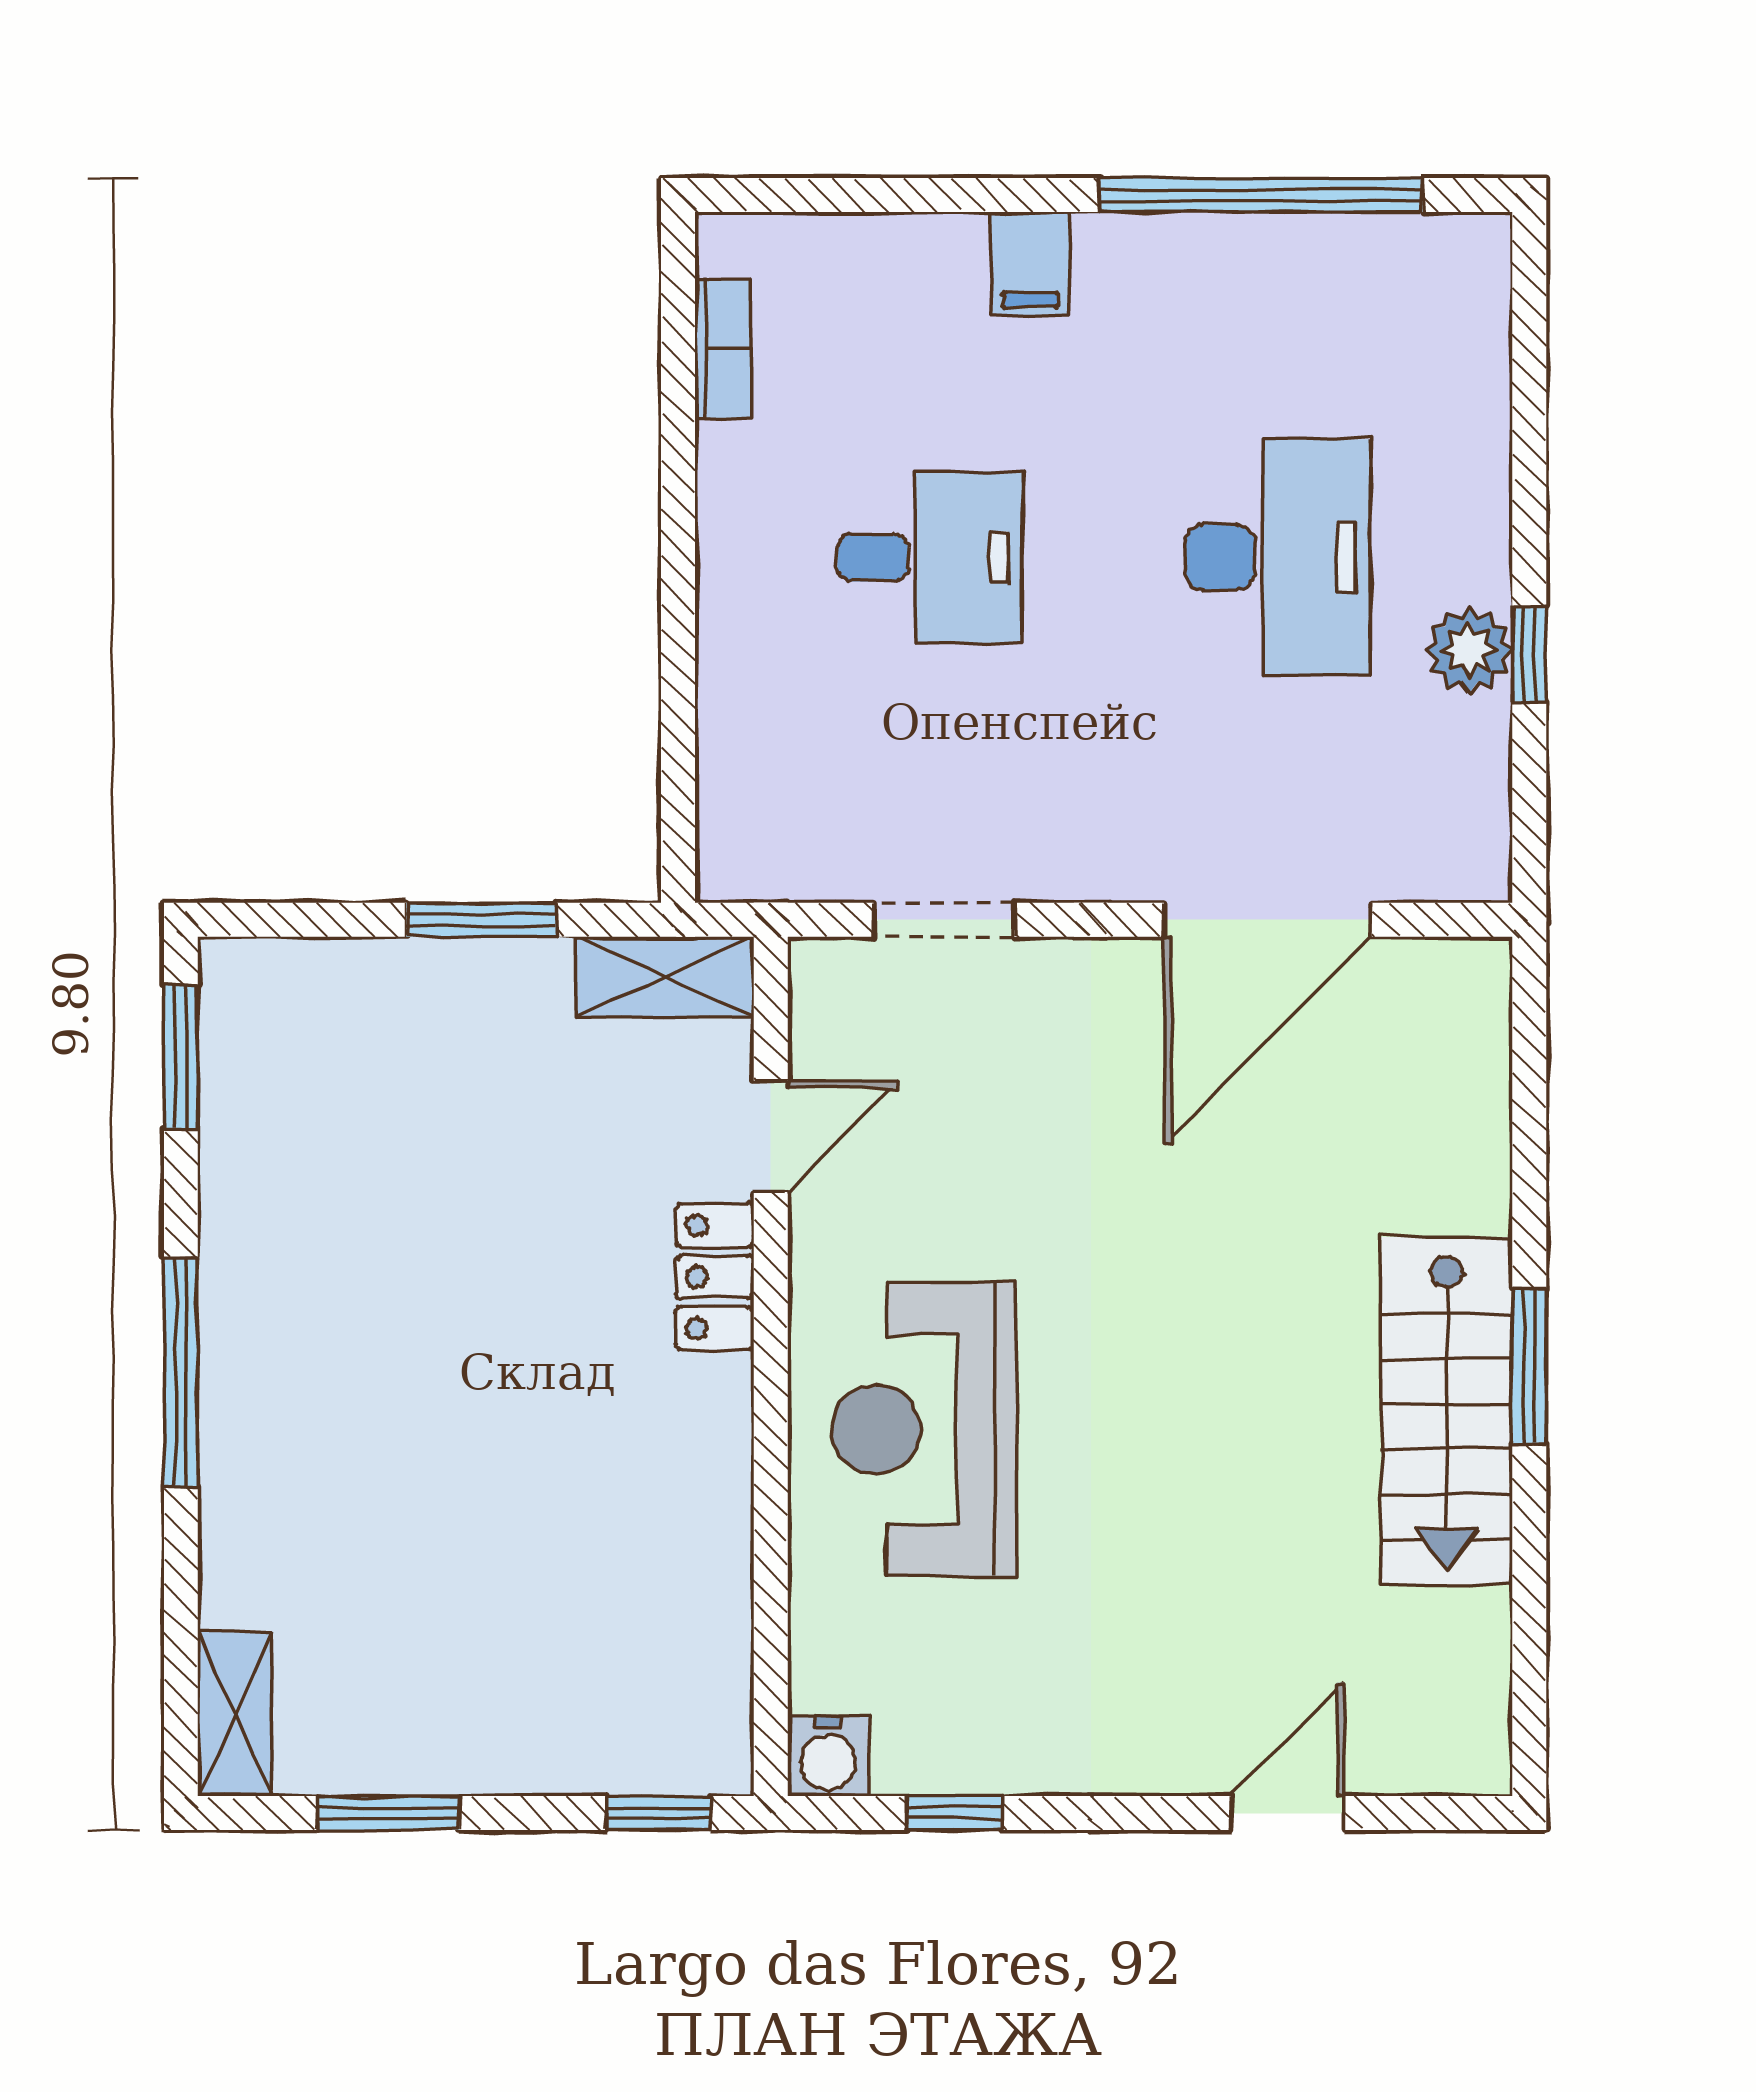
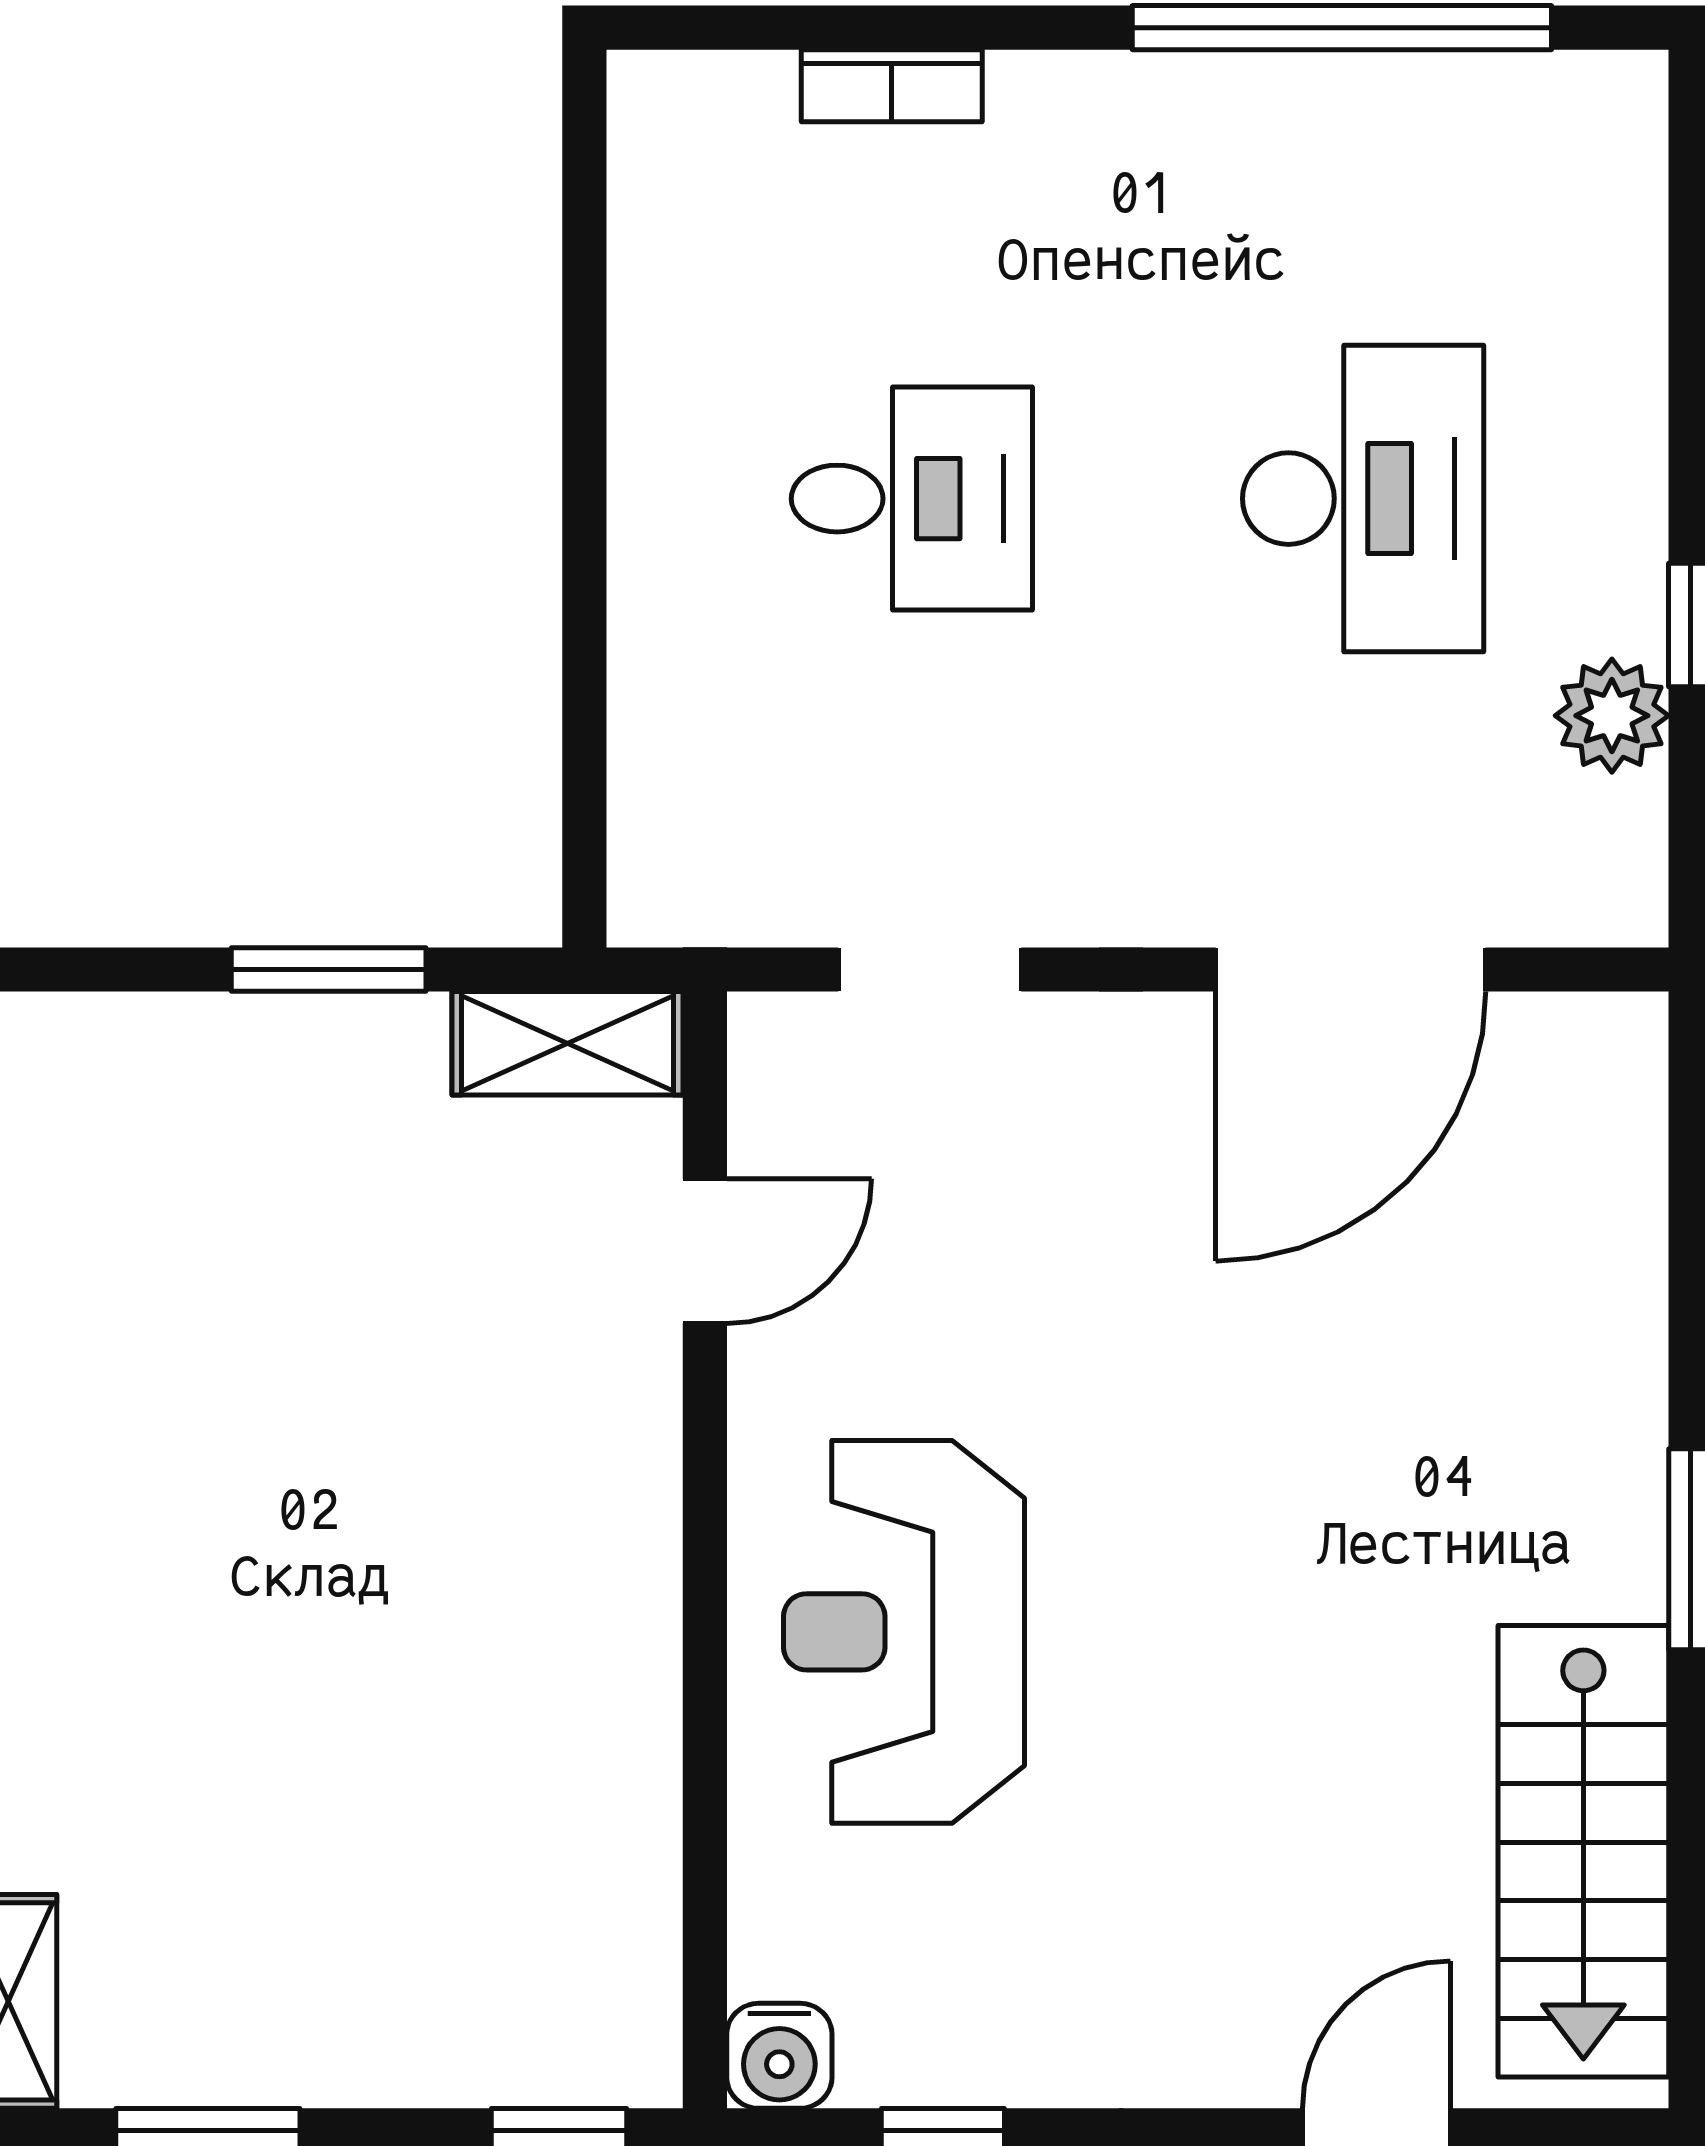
filing cabinet: (1030, 264) -> (1042, 117), removed
bookcase: (723, 349) -> (892, 86), moved, turned 90
plant: (1469, 650) -> (1612, 716), moved
locker: (715, 1277) -> (632, 1433), removed
stairs: (1447, 1411) -> (1583, 1851), moved

